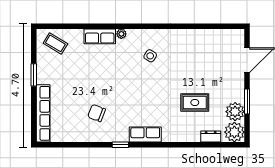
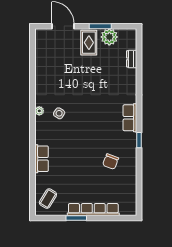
plant: (121, 34) -> (39, 111), moved
rug: (195, 102) -> (89, 43), moved
row of seats: (43, 113) -> (93, 210), moved
plant: (234, 132) -> (128, 38), removed

